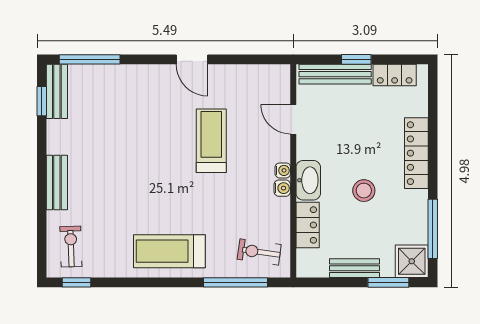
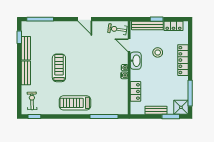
bench: (57, 91) -> (26, 48), moved
treadmill: (211, 141) -> (59, 68), moved
washbasin: (308, 180) -> (136, 61), moved
stool: (364, 191) -> (158, 52), moved
exercise bike: (259, 252) -> (117, 29), moved

